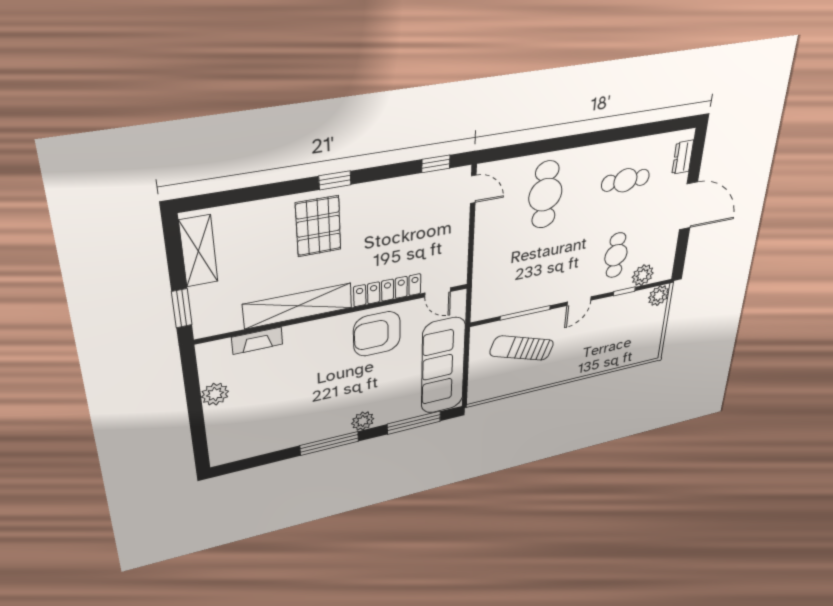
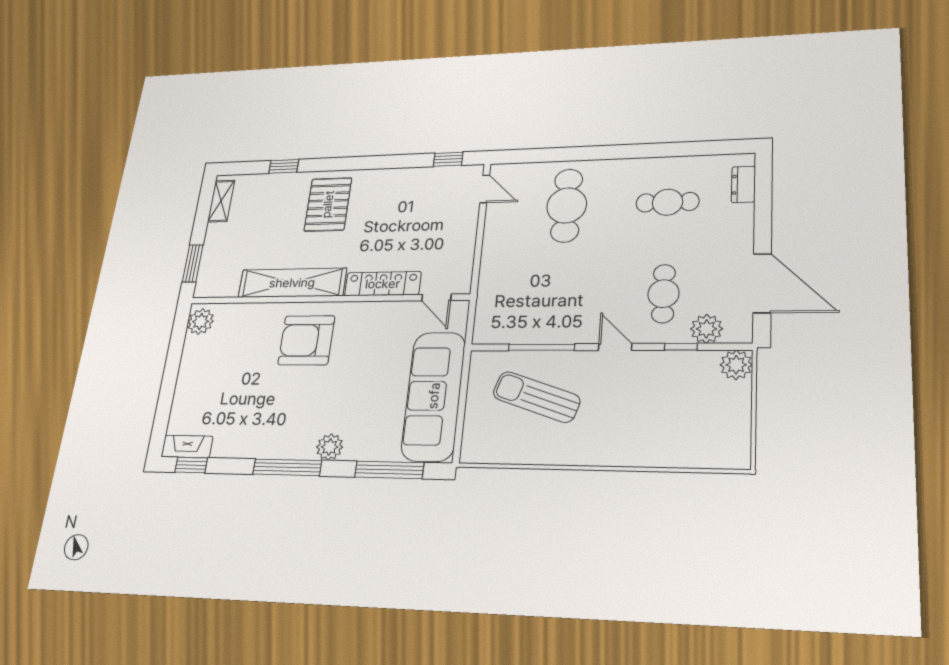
window: (335, 180) -> (284, 166), moved
door: (688, 206) -> (762, 283), moved
shelving: (198, 251) -> (221, 201), width x0.67, depth x0.75
door: (579, 301) -> (615, 347), swing flipped
armchair: (377, 334) -> (306, 340), moved
fireplace: (257, 341) -> (187, 447), moved, turned 180
plant: (215, 394) -> (201, 321), moved
window: (242, 465) -> (191, 465), added

